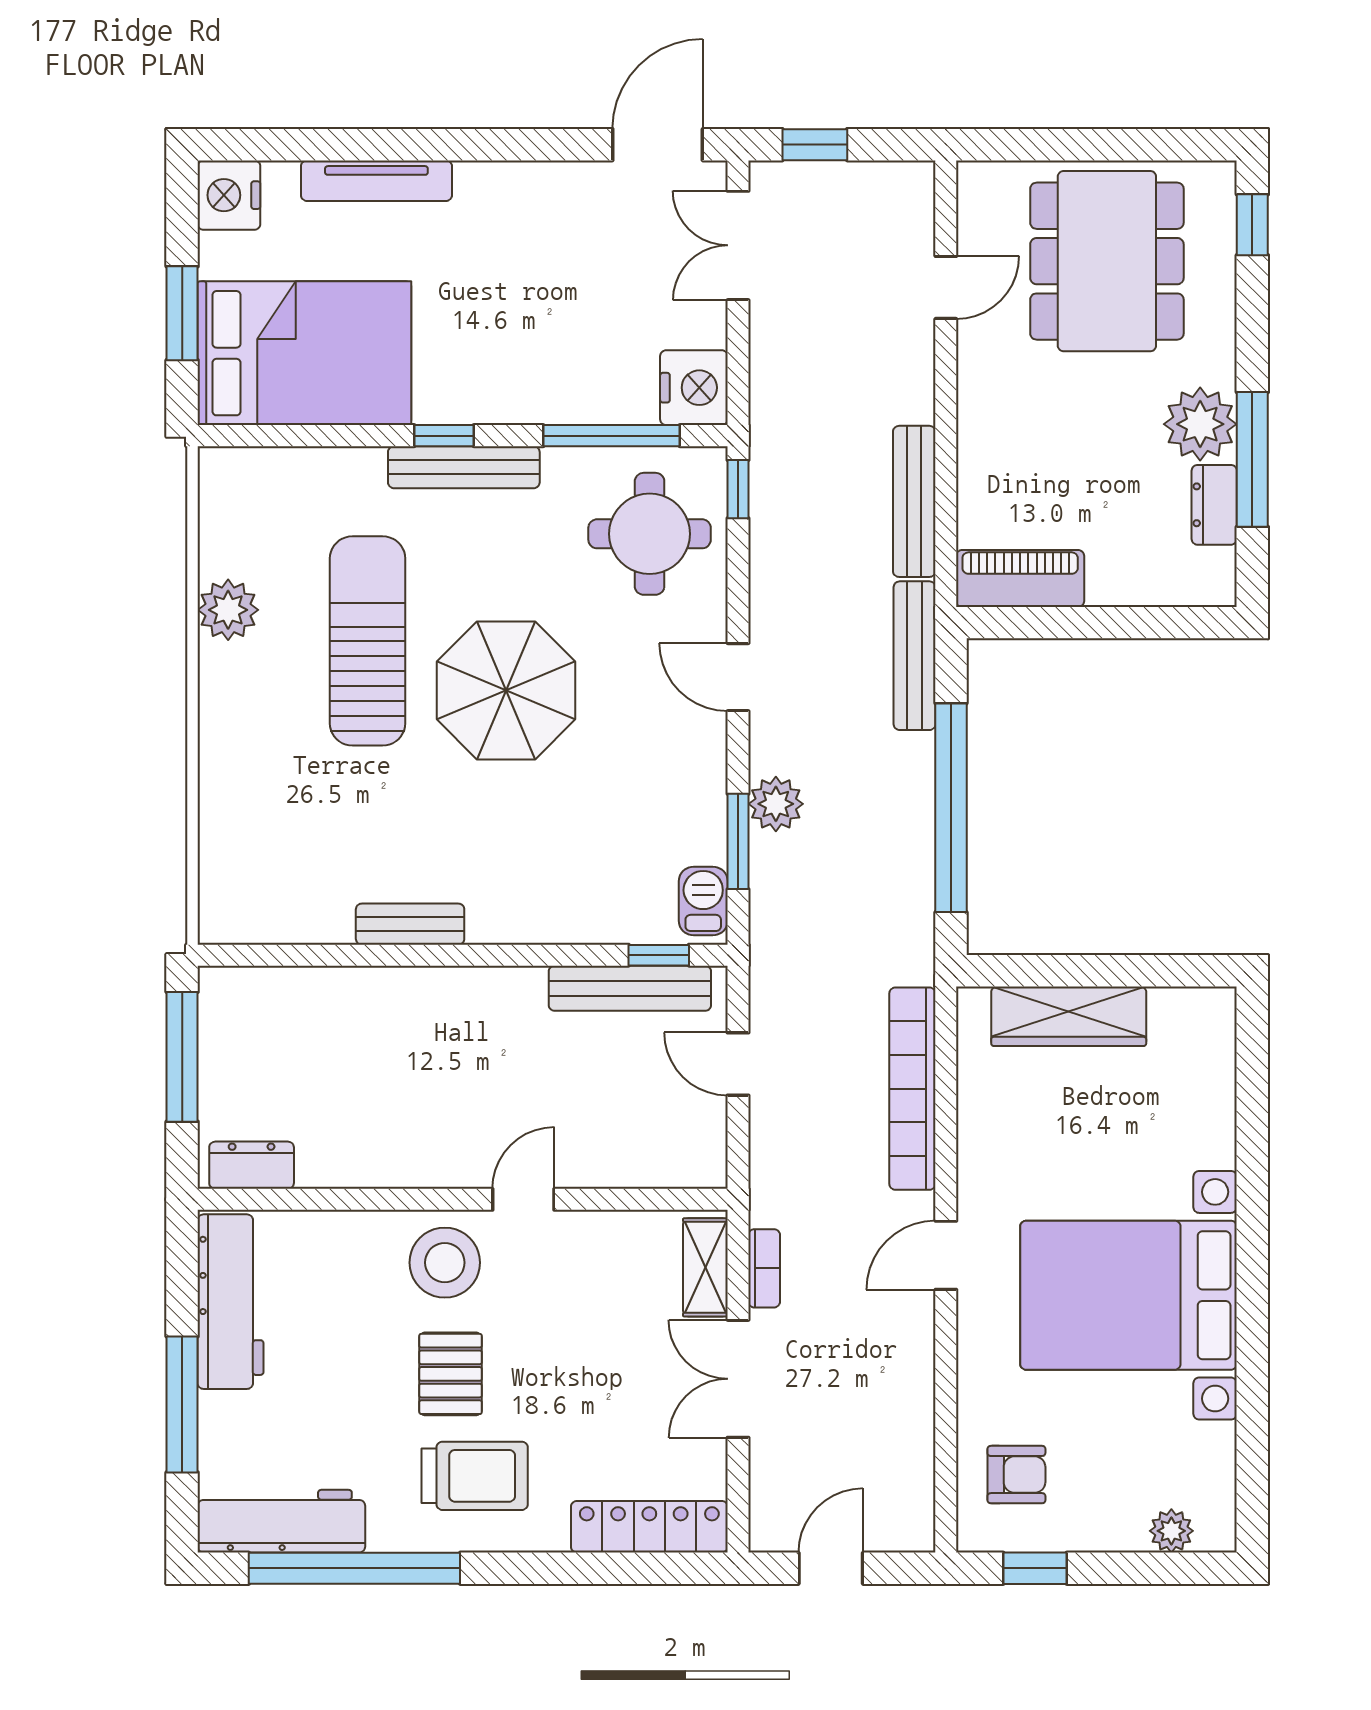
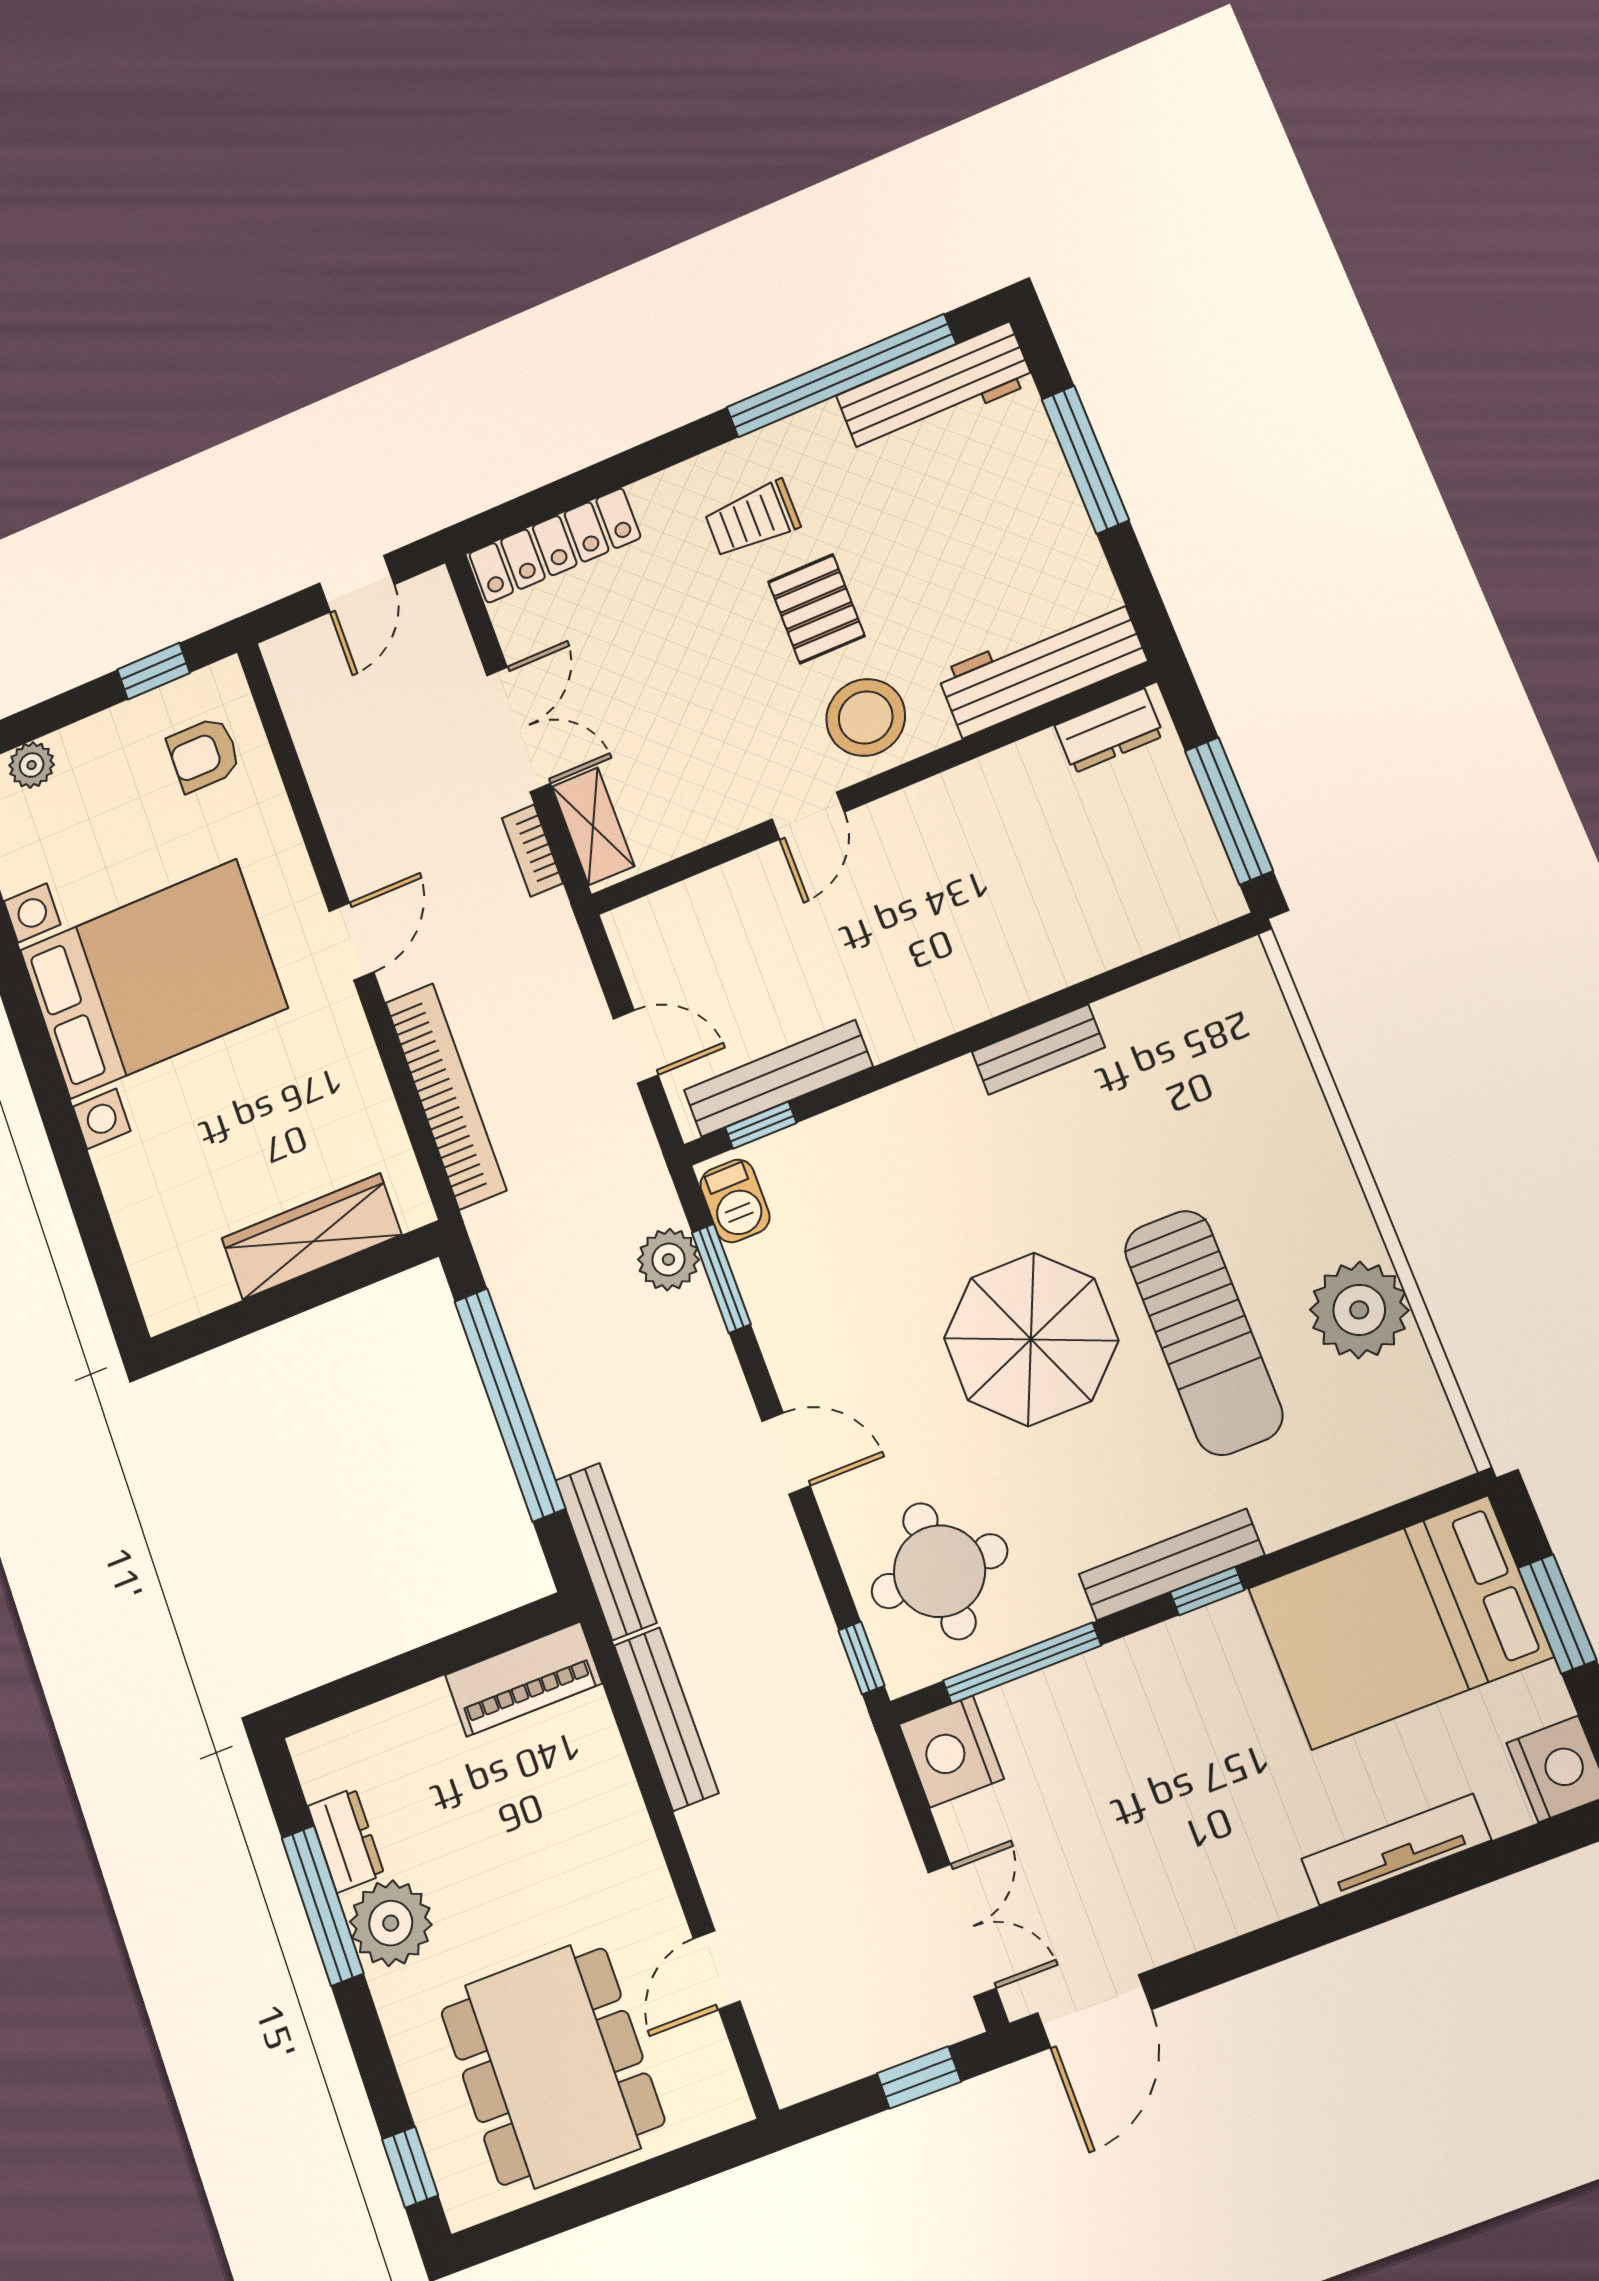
plant: (228, 610) -> (1359, 1310), width x1.36, depth x1.36
plant: (776, 804) -> (668, 1260), moved
workbench: (231, 1302) -> (1042, 667), moved, turned 90
trolley: (475, 1476) -> (752, 519), width x0.73, depth x0.72

